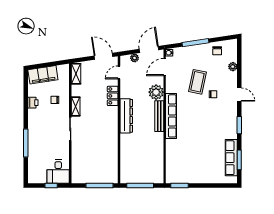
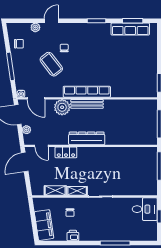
shelving: (76, 74) -> (55, 191), moved
coffee table: (198, 82) -> (51, 64), turned 40
door: (239, 95) -> (51, 21), moved

